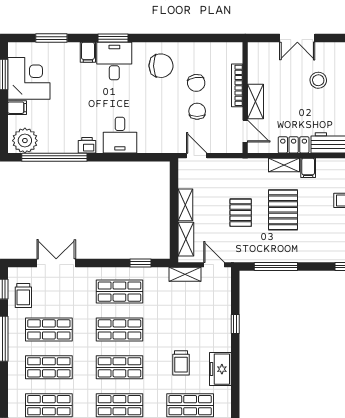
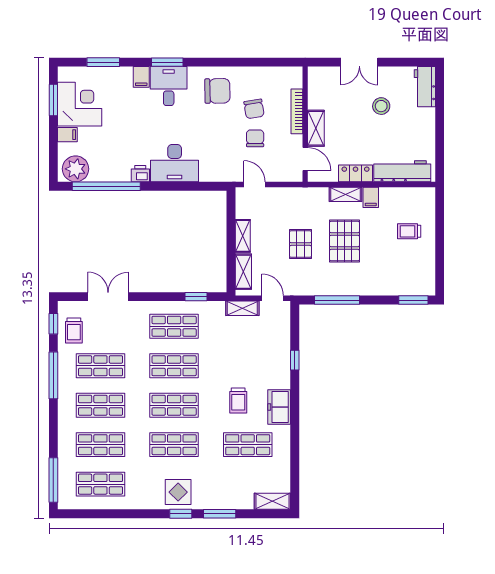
desk: (120, 135) -> (175, 163), width x1.37

